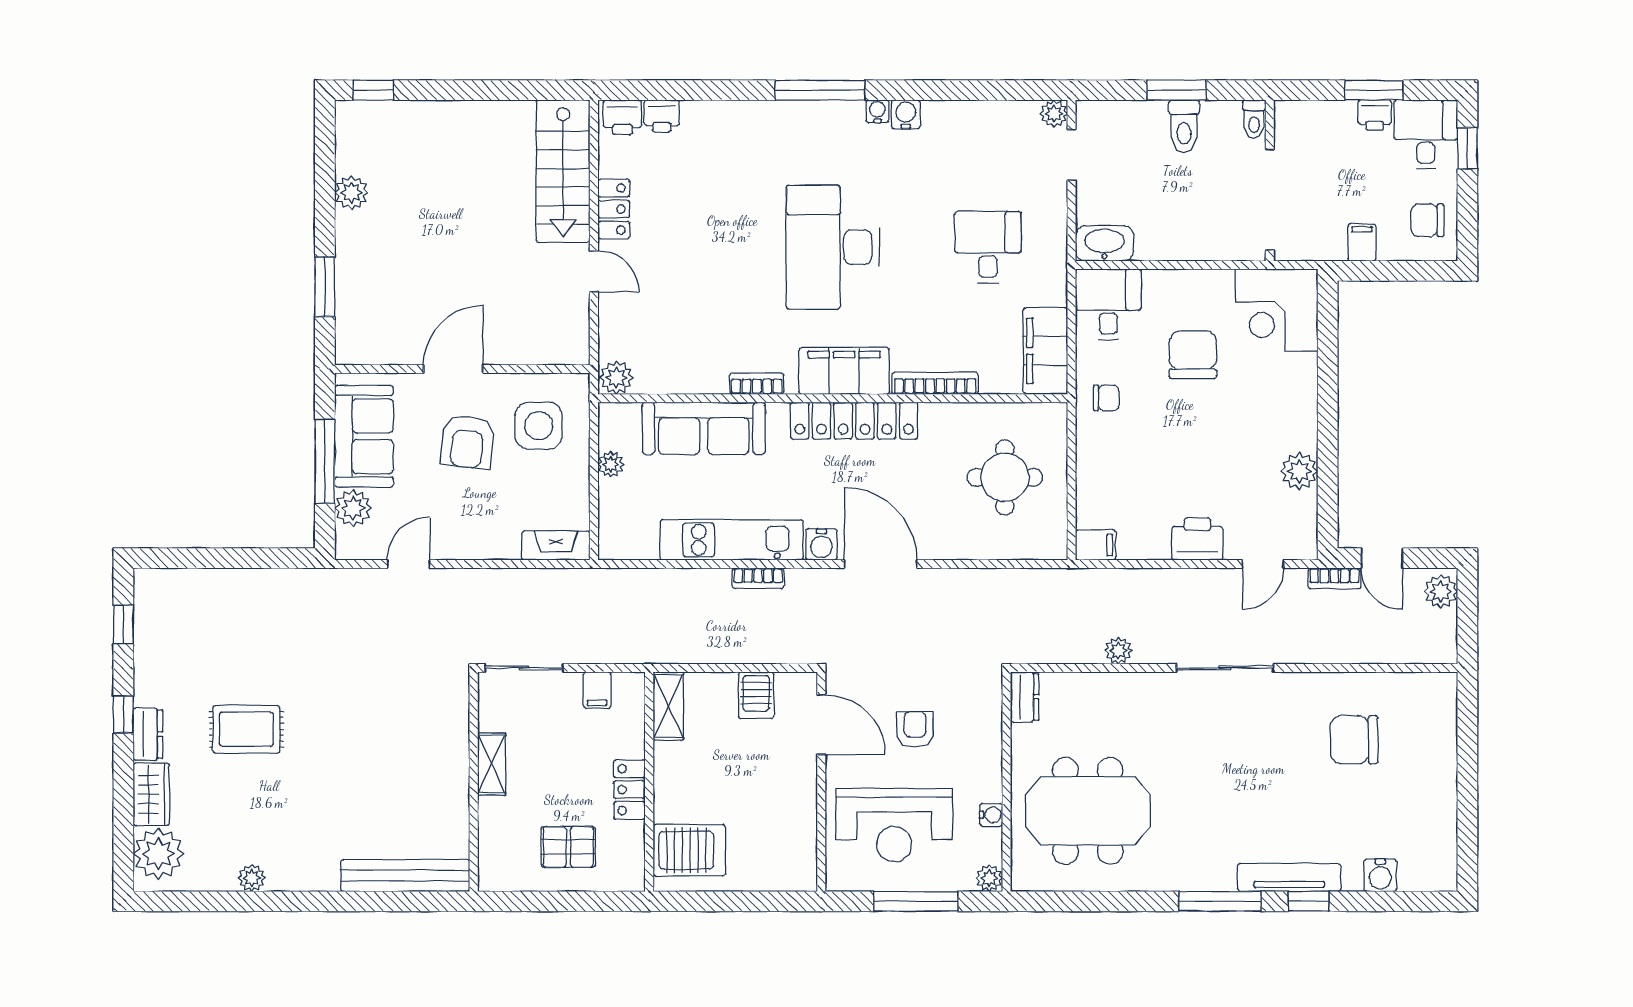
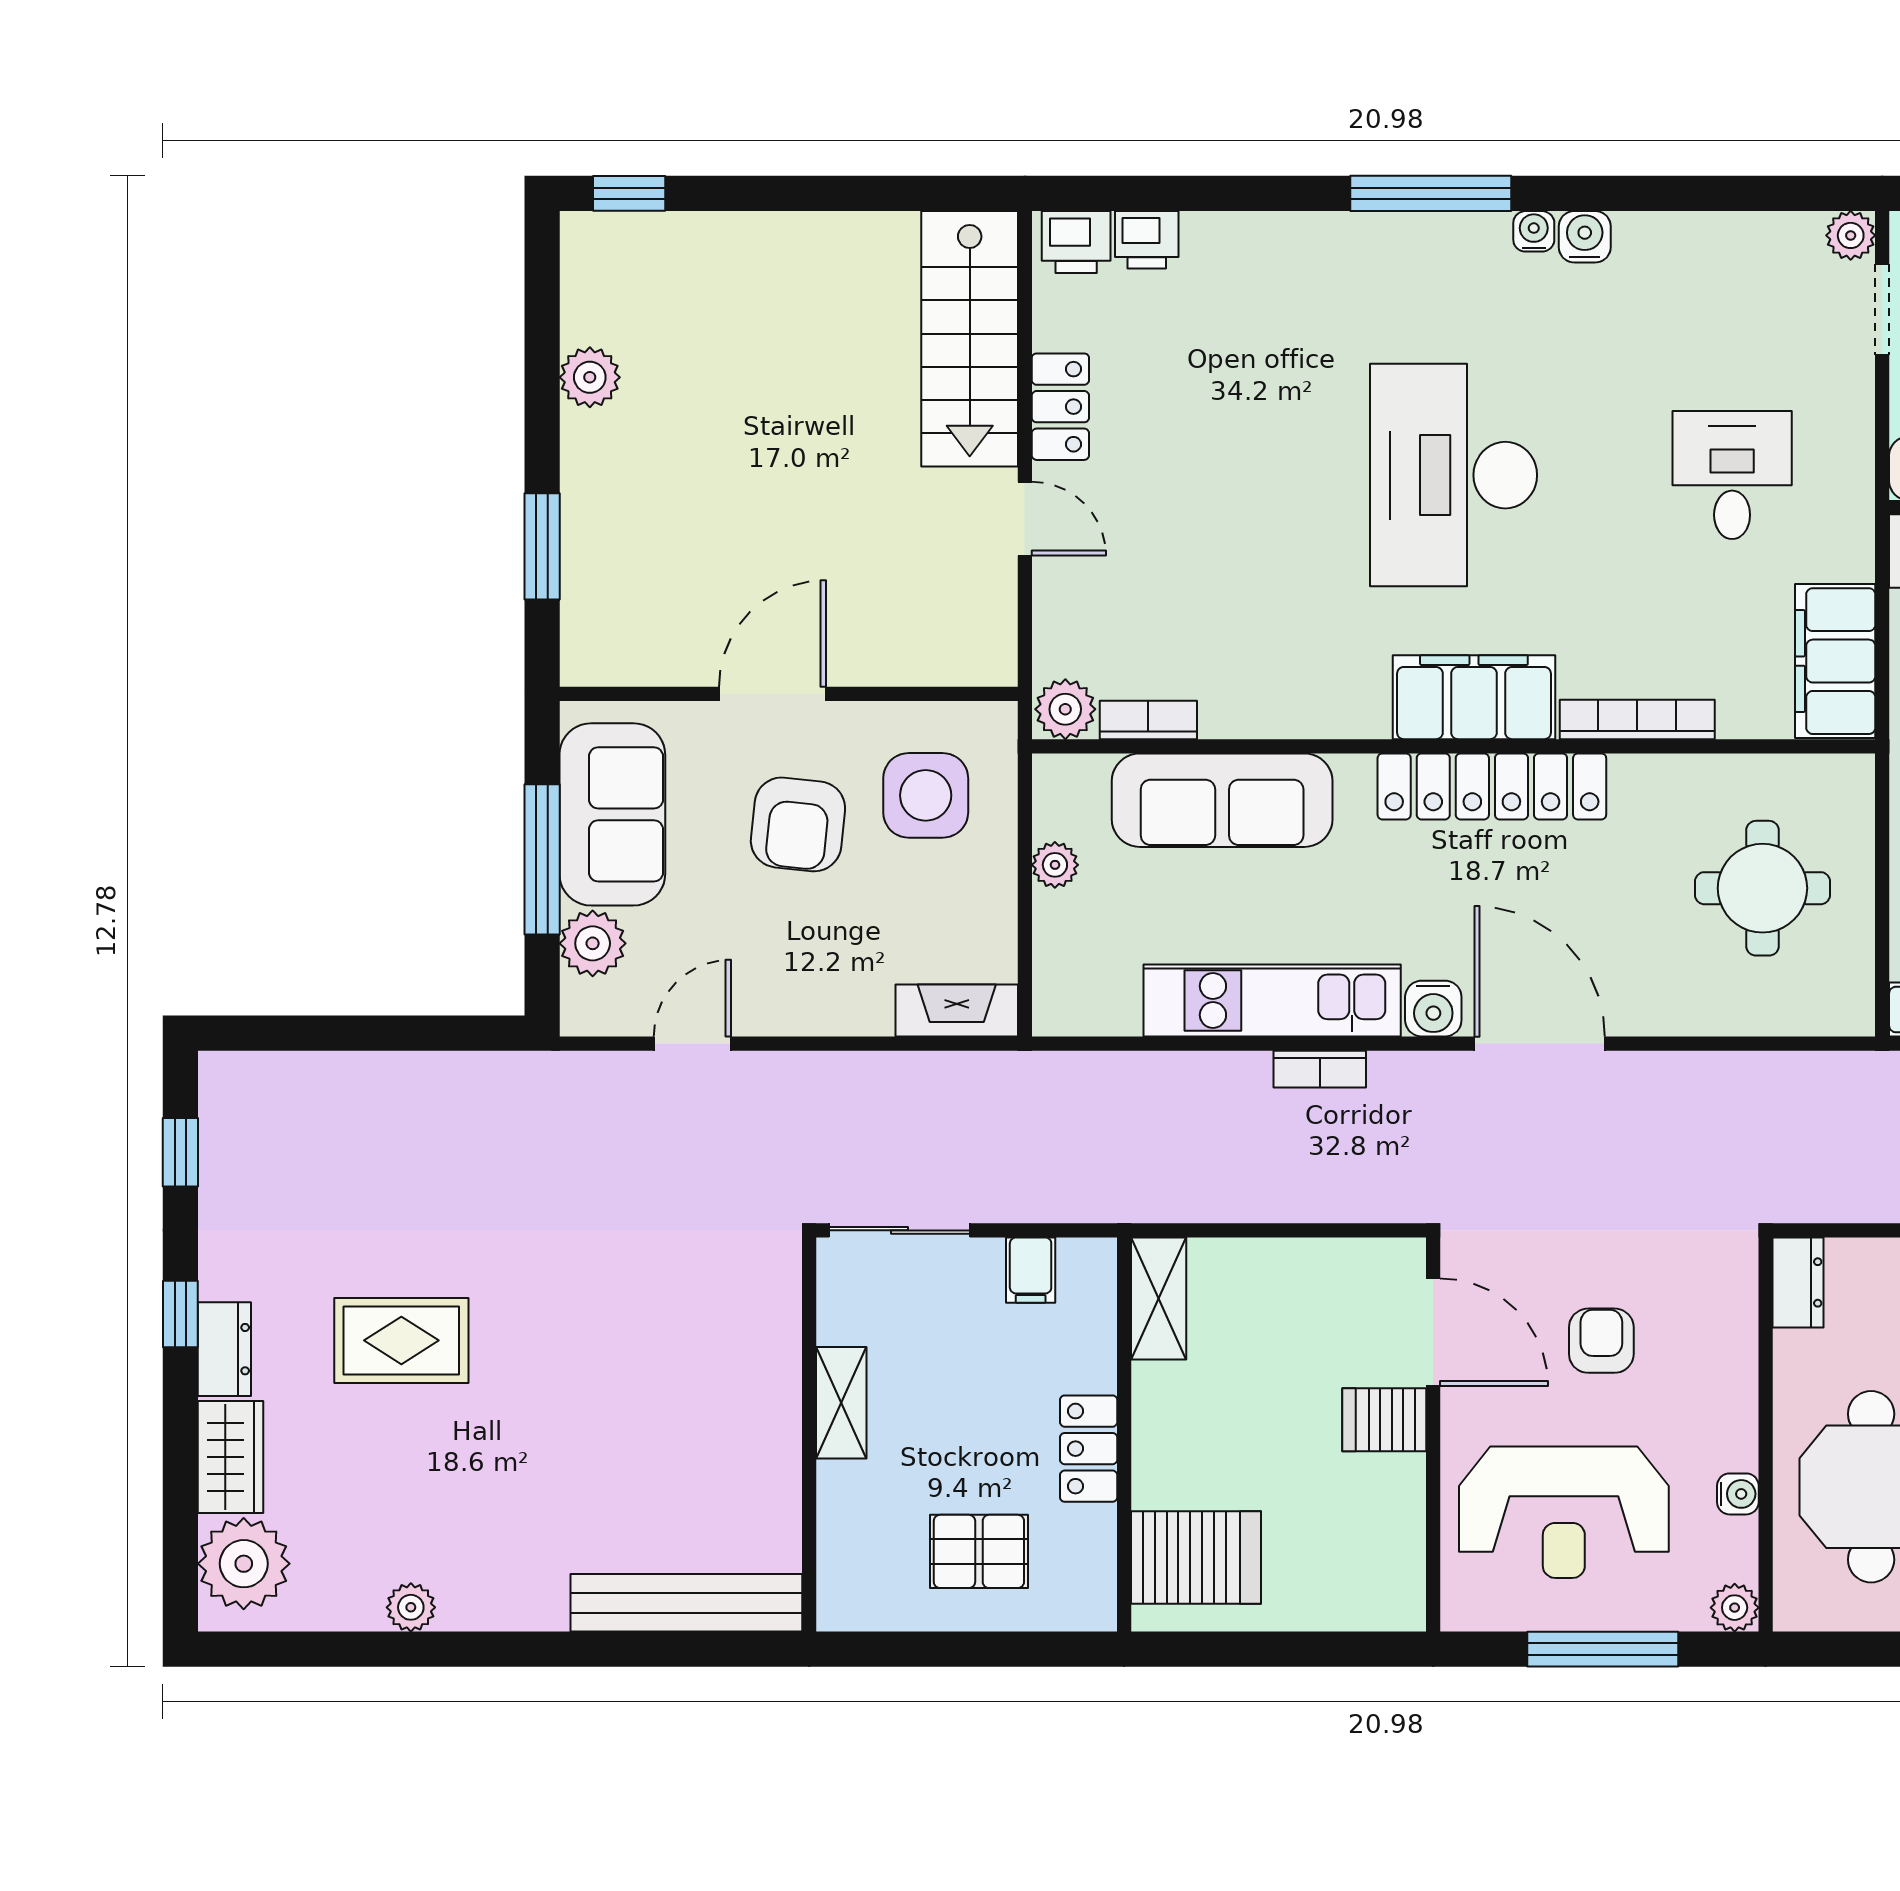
bookcase: (757, 384) -> (1148, 720), moved
server rack: (756, 695) -> (1384, 1420), moved, turned 90

